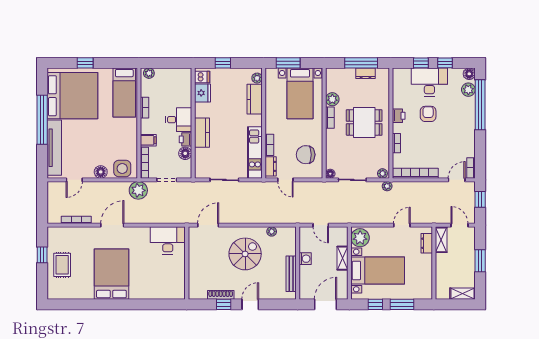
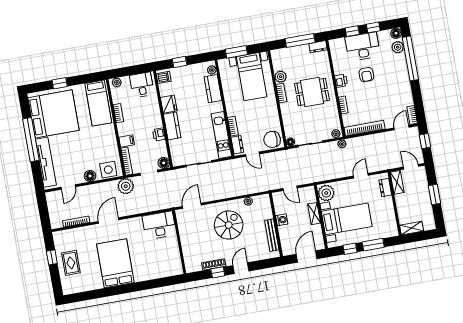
dresser: (366, 73) -> (318, 47), moved
fridge: (202, 93) -> (169, 104), moved
armchair: (428, 114) -> (366, 75), turned 180
desk: (179, 120) -> (142, 85), moved, turned -90
floor lamp: (185, 153) -> (164, 163), moved
chair: (306, 155) -> (272, 139), moved
shelving: (462, 294) -> (412, 228), moved

